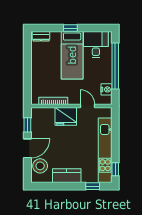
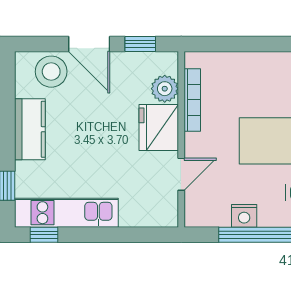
nightstand: (107, 89) -> (244, 216), moved
plant: (48, 114) -> (165, 89), added
kitchen unit: (105, 150) -> (66, 213), width x0.73

